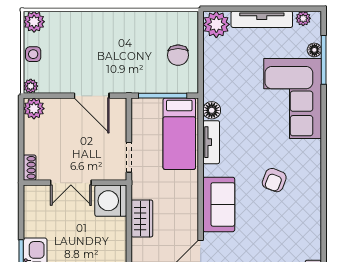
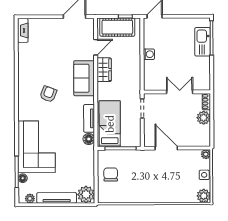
plant: (34, 109) -> (204, 118), moved
washing machine: (111, 201) -> (149, 54), moved, width x0.53, depth x0.53
wardrobe: (142, 218) -> (104, 70), moved, turned 180

